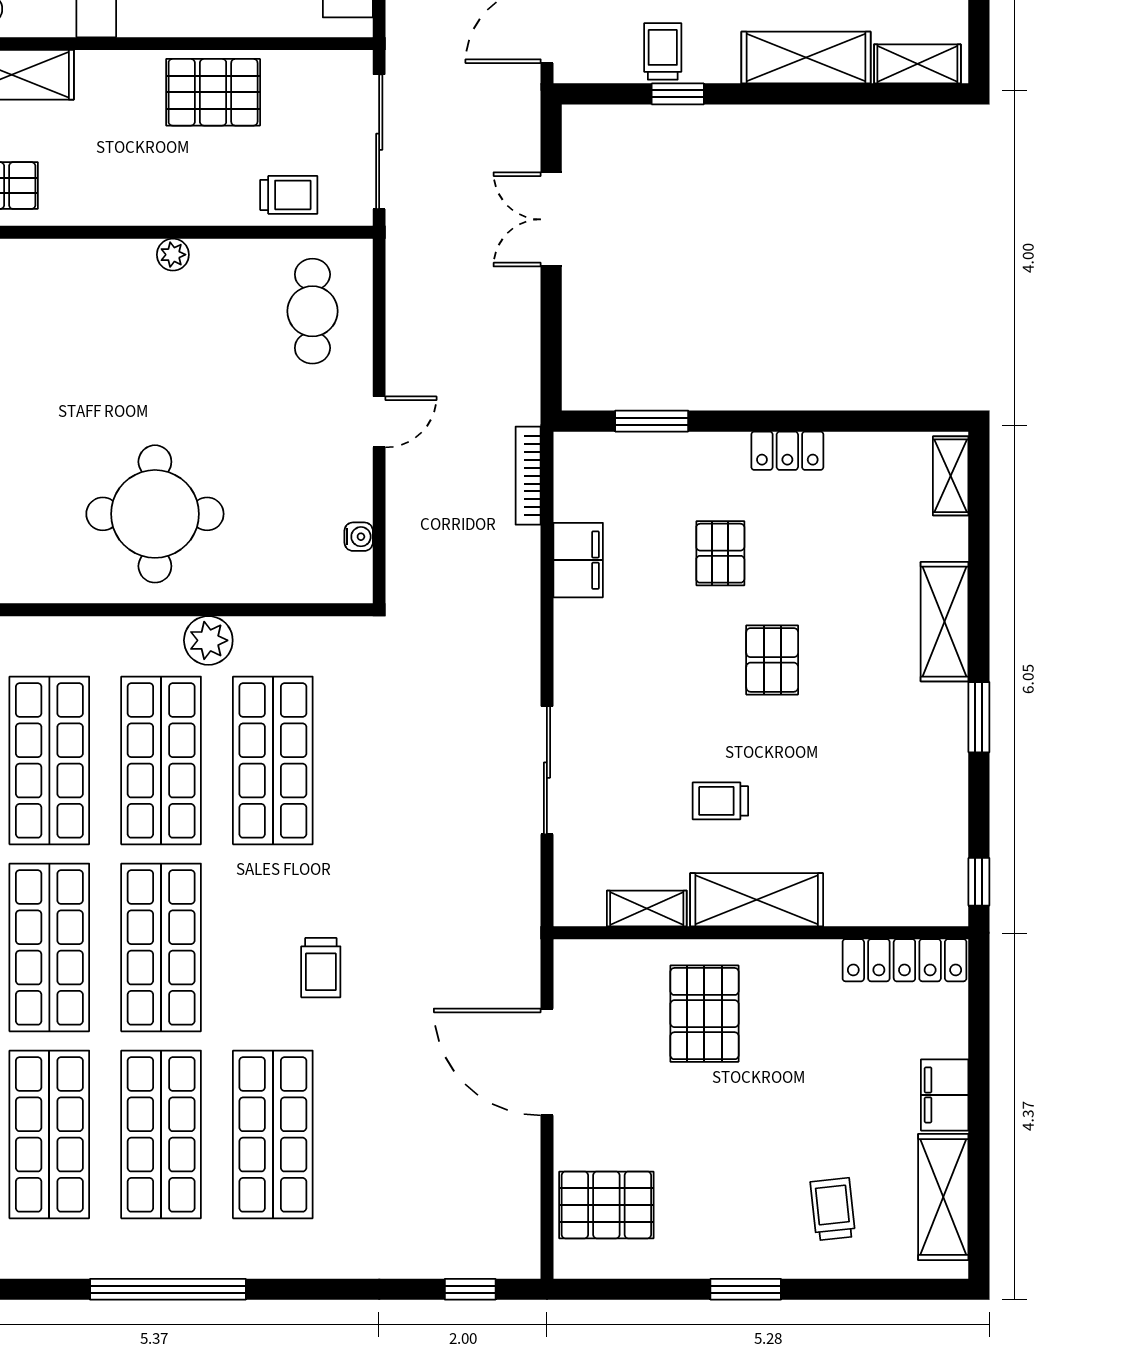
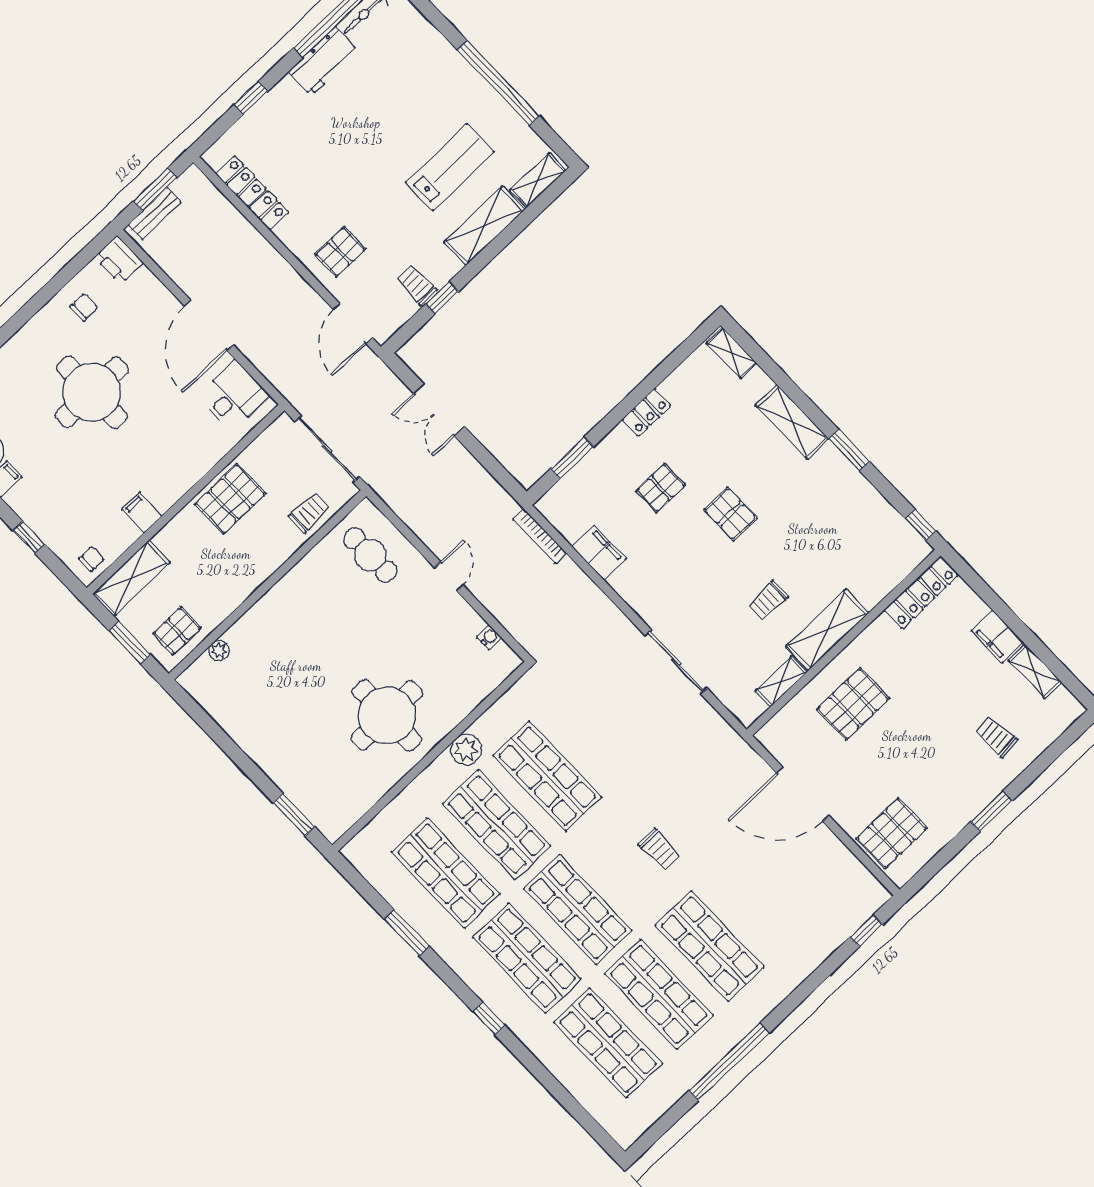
plant: (173, 255) -> (219, 651), moved
pallet: (720, 553) -> (661, 488), turned 90
pallet: (704, 1014) -> (853, 704), turned 90
shelving: (943, 1197) -> (1035, 671), width x0.67, depth x0.75

